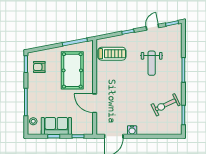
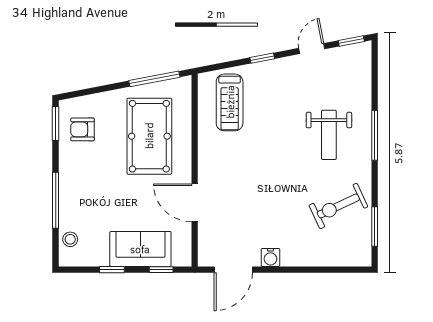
treadmill: (112, 54) -> (230, 102), turned 90
weight bench: (152, 63) -> (329, 135), moved
sofa: (56, 126) -> (140, 249), moved

